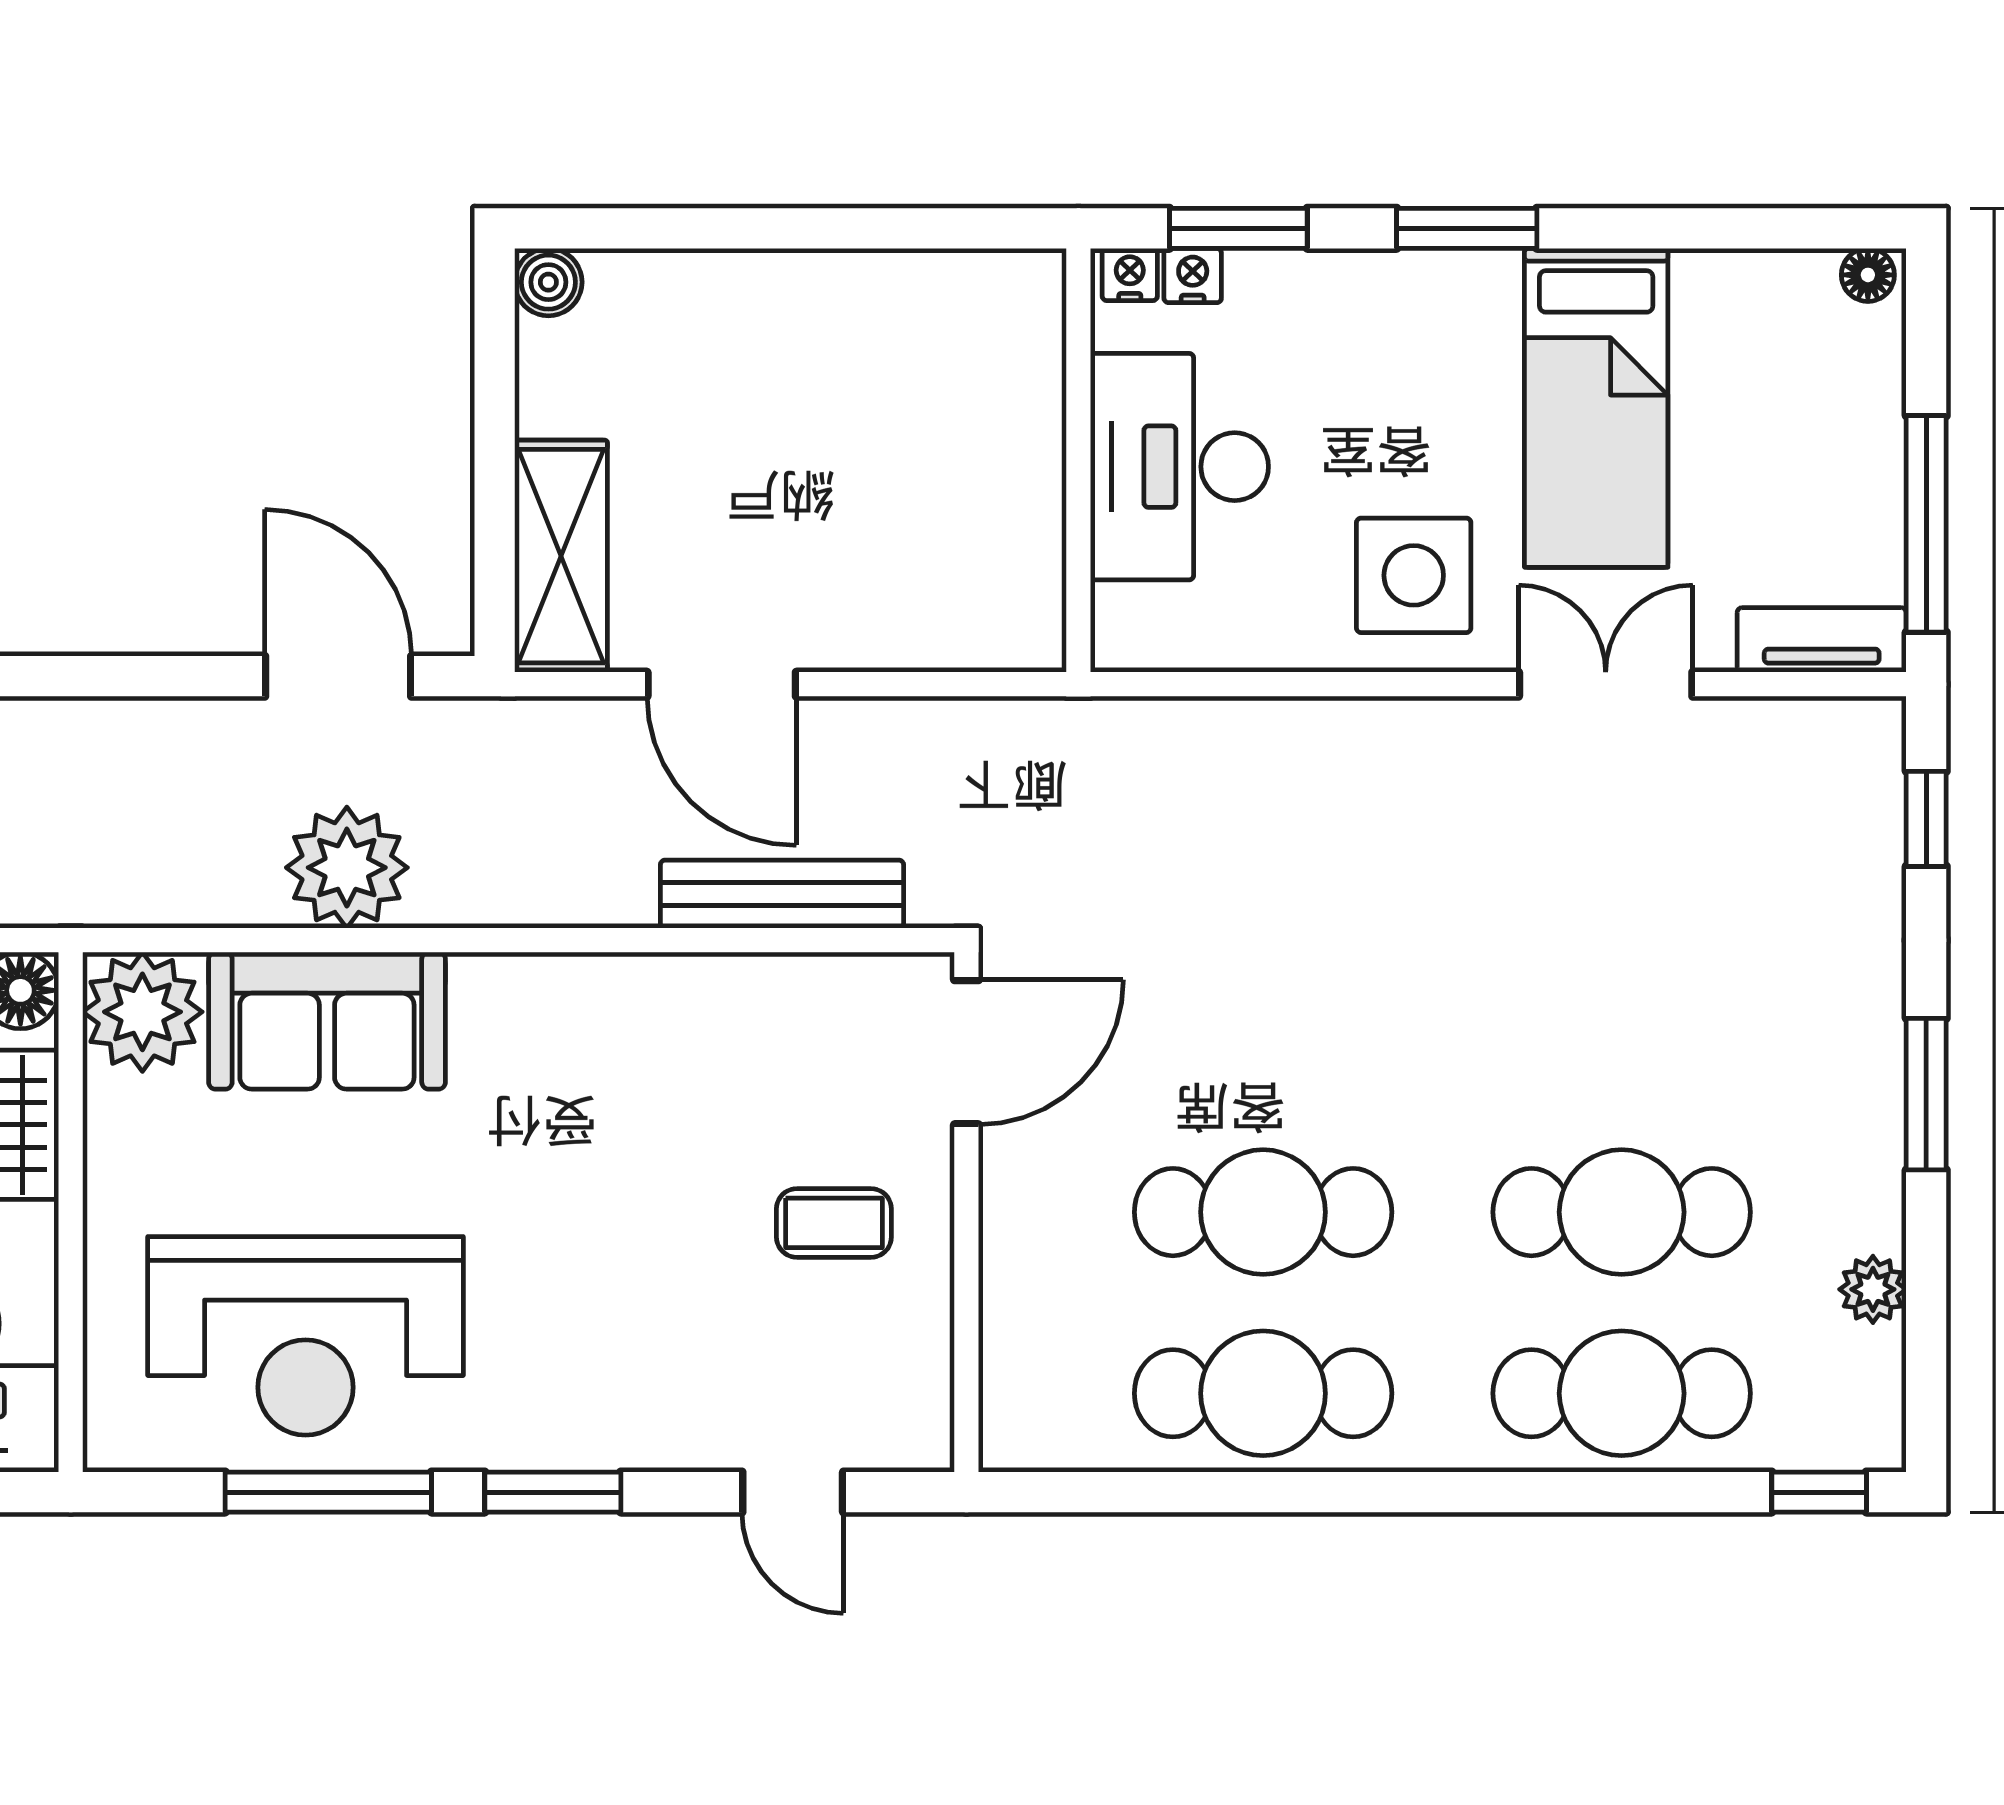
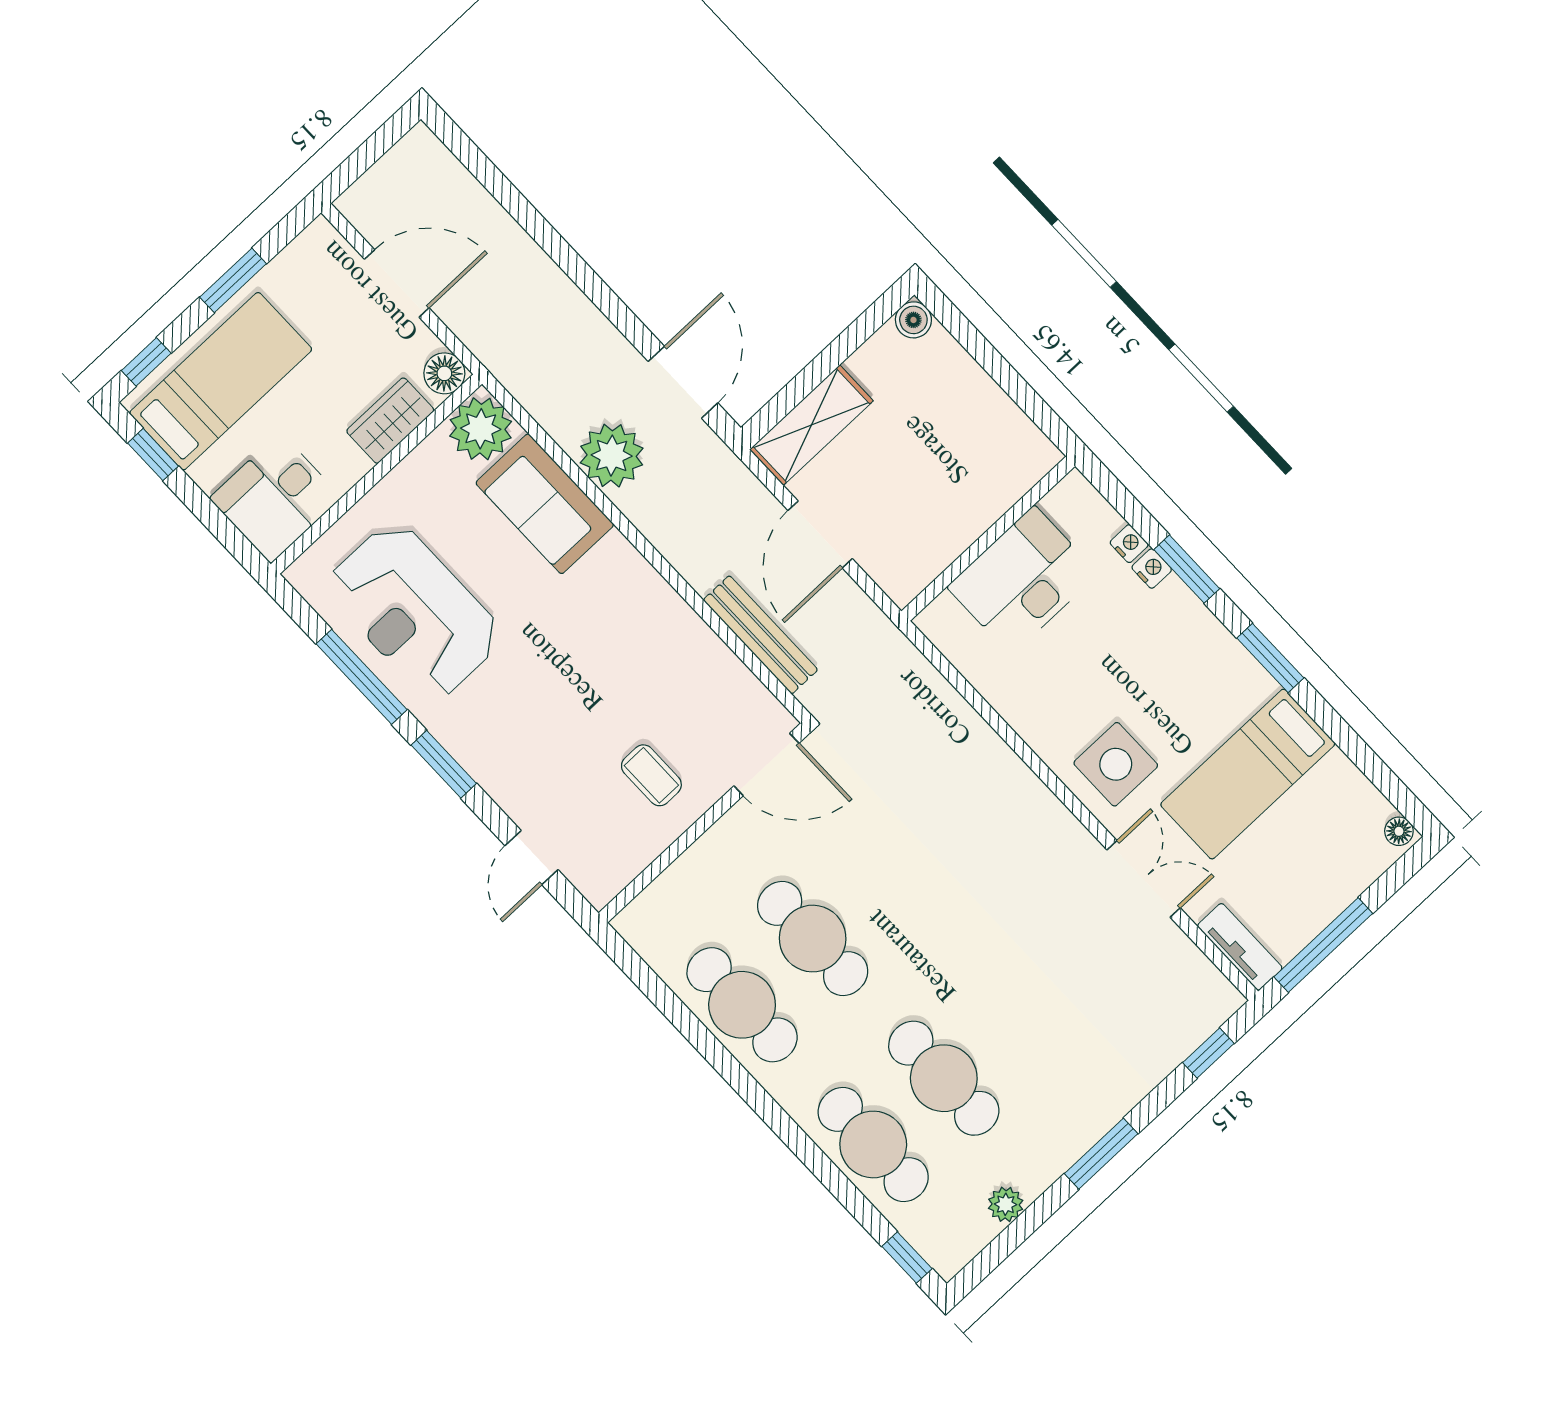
wall: (1078, 460) -> (988, 539), moved
desk: (1179, 467) -> (1023, 580), moved

